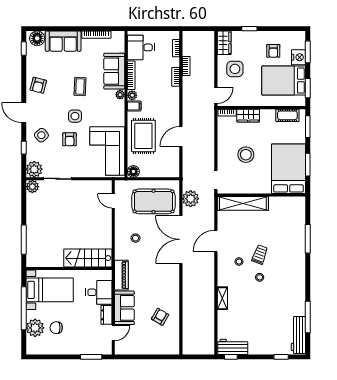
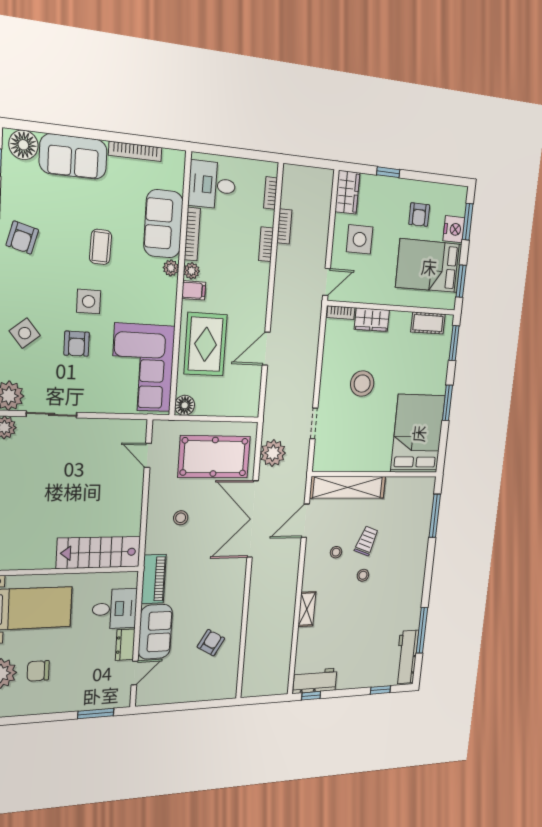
bed: (289, 169) -> (418, 434), moved
wall: (261, 195) -> (375, 474), moved
shelving: (243, 203) -> (348, 487), moved

